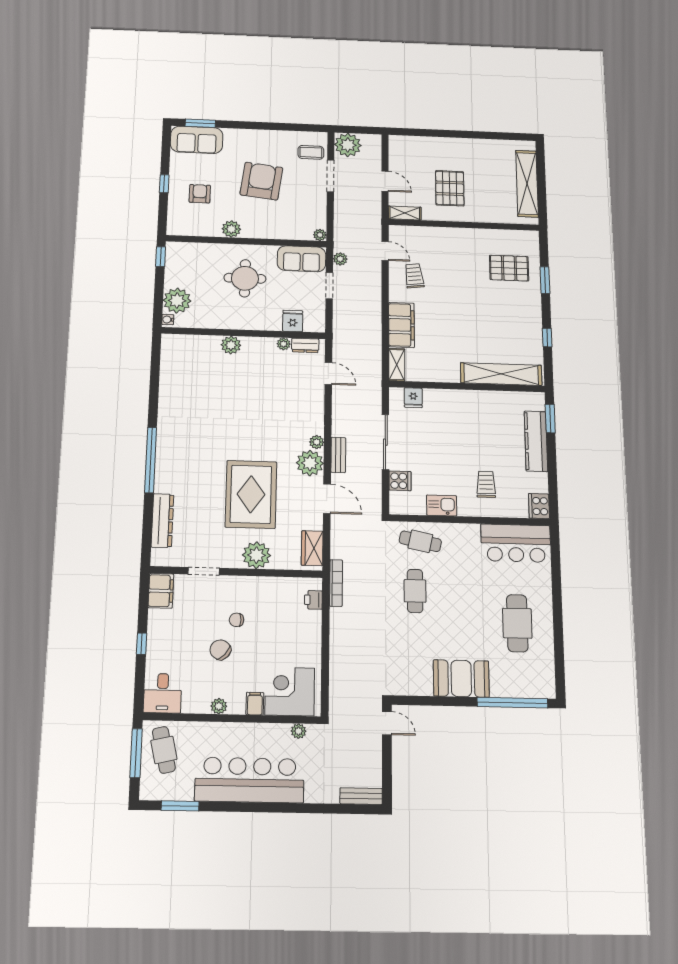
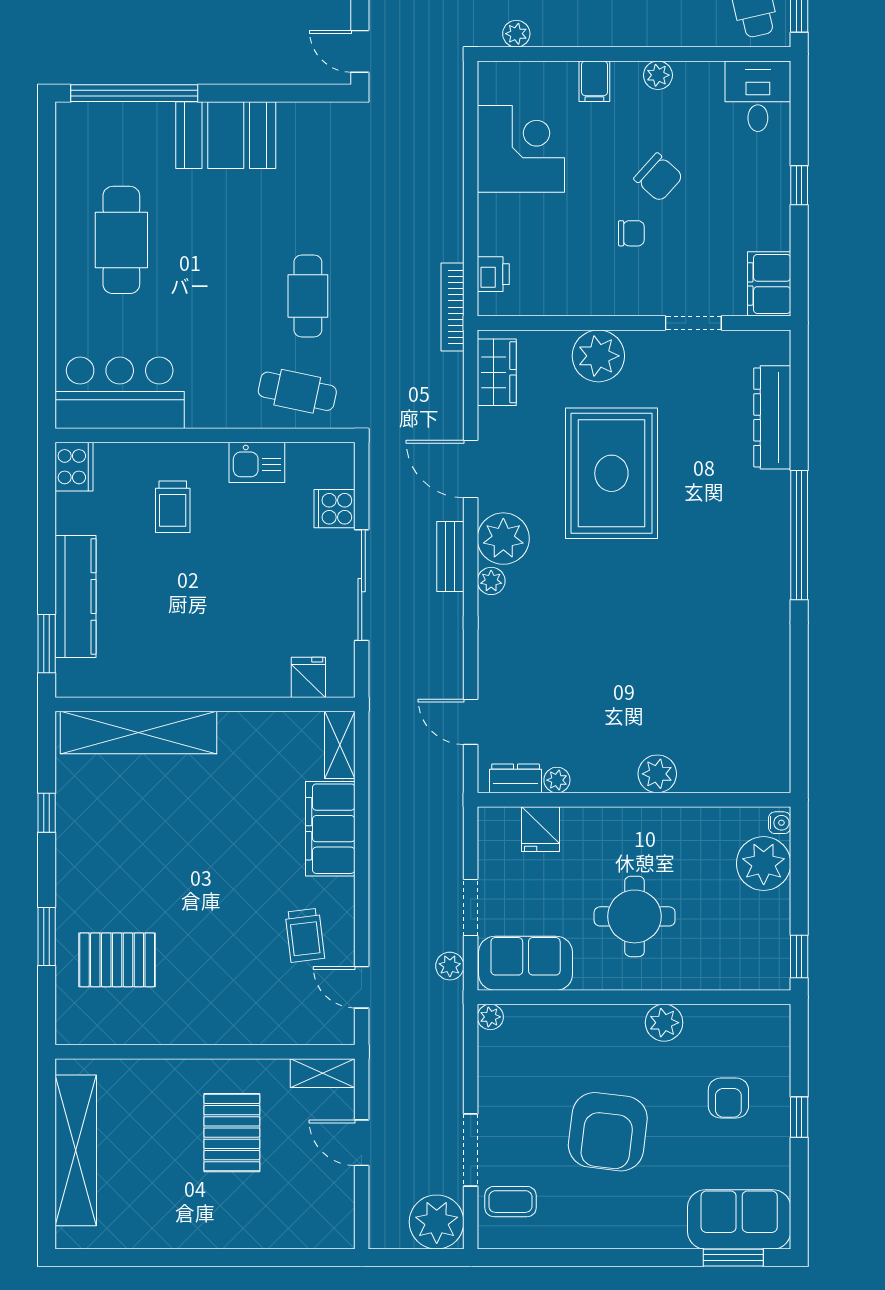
corner desk: (290, 692) -> (521, 149), moved, turned -90

